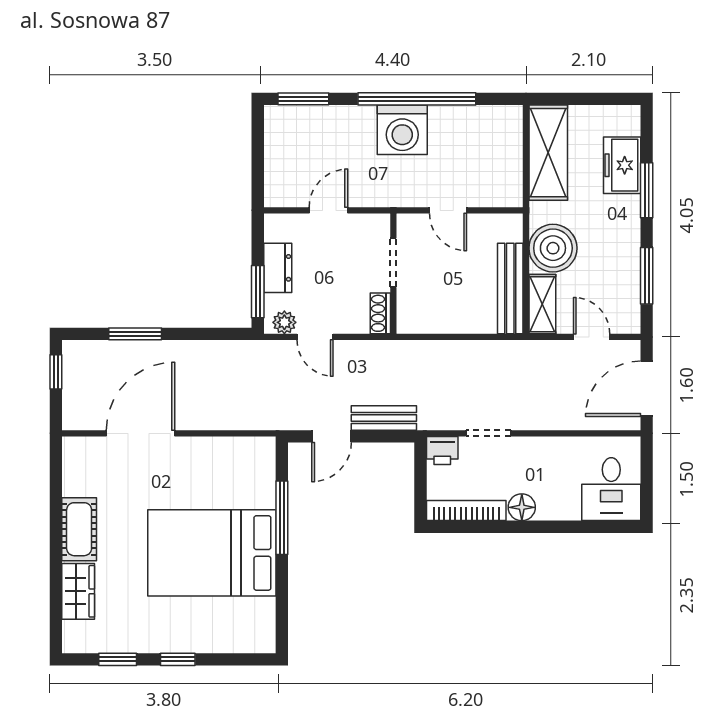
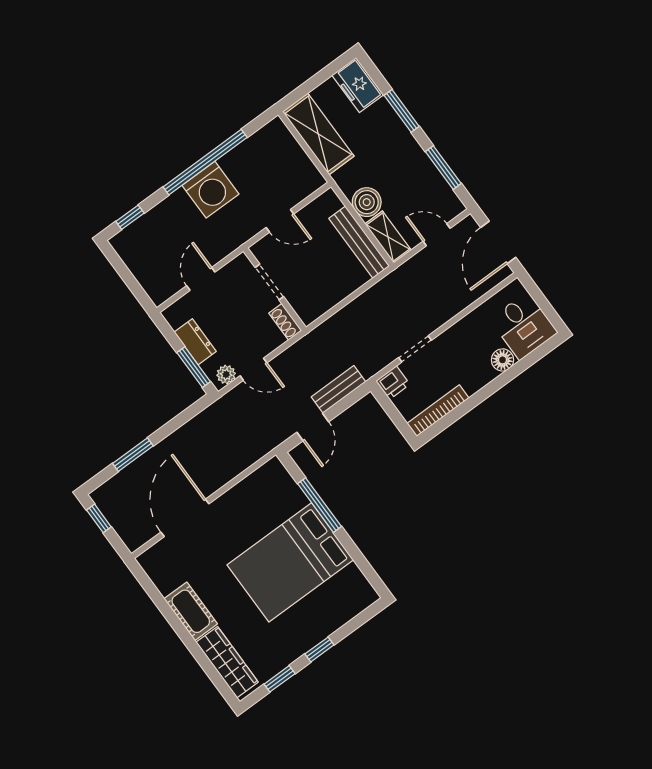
window: (303, 99) -> (130, 217), width x0.67
freezer: (622, 165) -> (358, 85), moved
boiler: (553, 248) -> (367, 202), width x0.73, depth x0.73
floor lamp: (522, 507) -> (502, 360), moved
wardrobe: (78, 591) -> (227, 662), width x1.50

